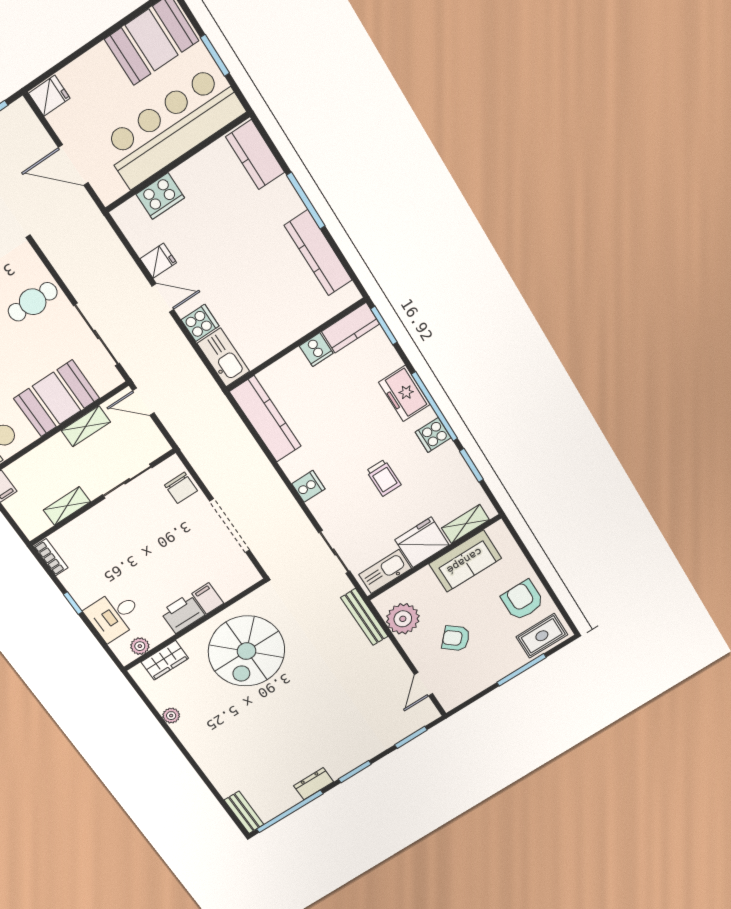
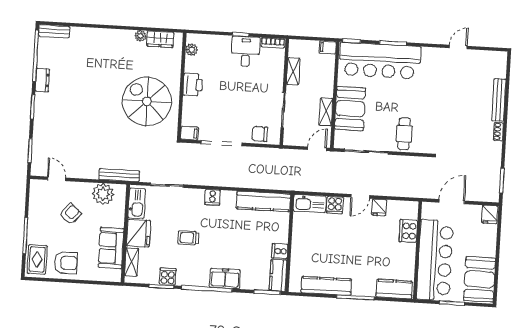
cooker: (433, 435) -> (168, 277), moved
filing cabinet: (208, 598) -> (189, 133), moved
desk: (114, 615) -> (246, 51), moved
wardrobe: (165, 660) -> (160, 39), moved, turned -90

